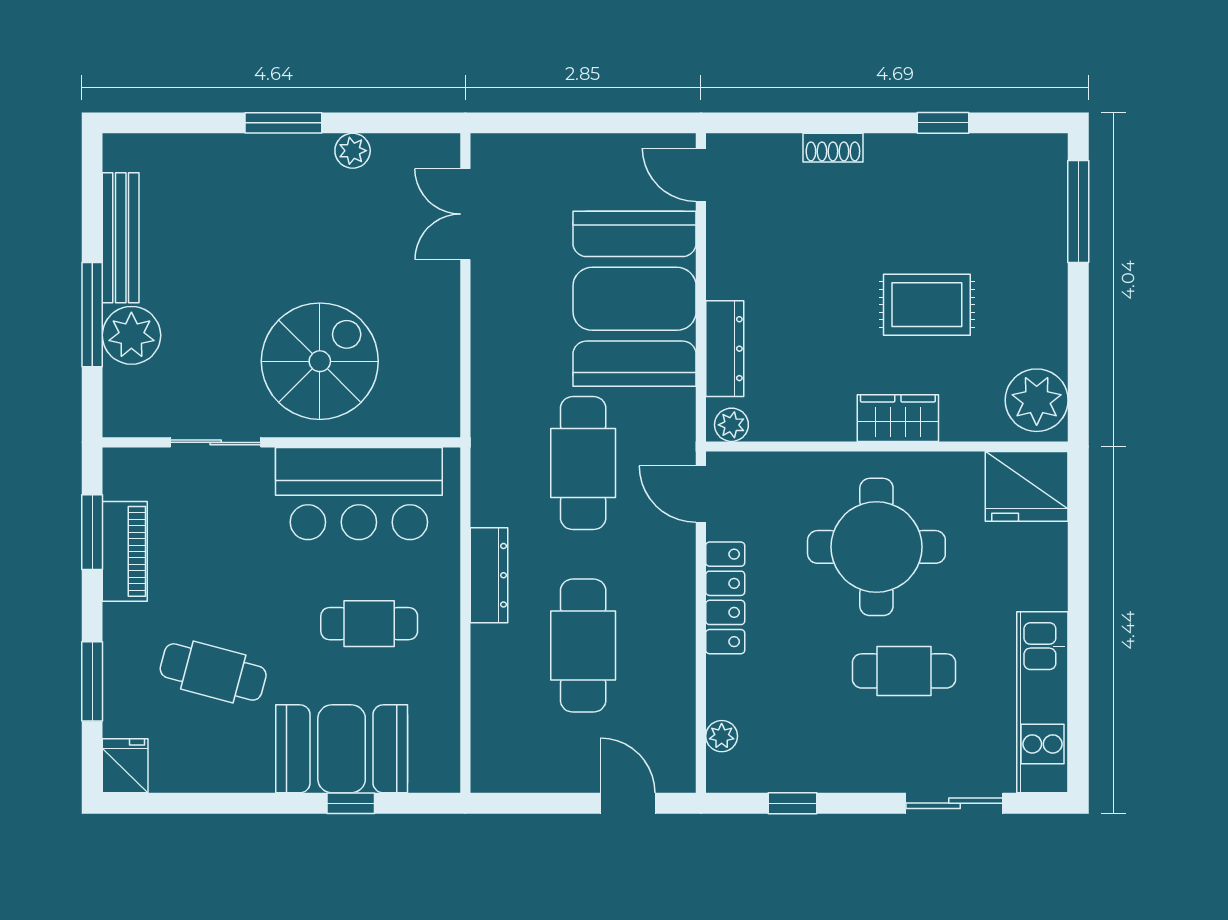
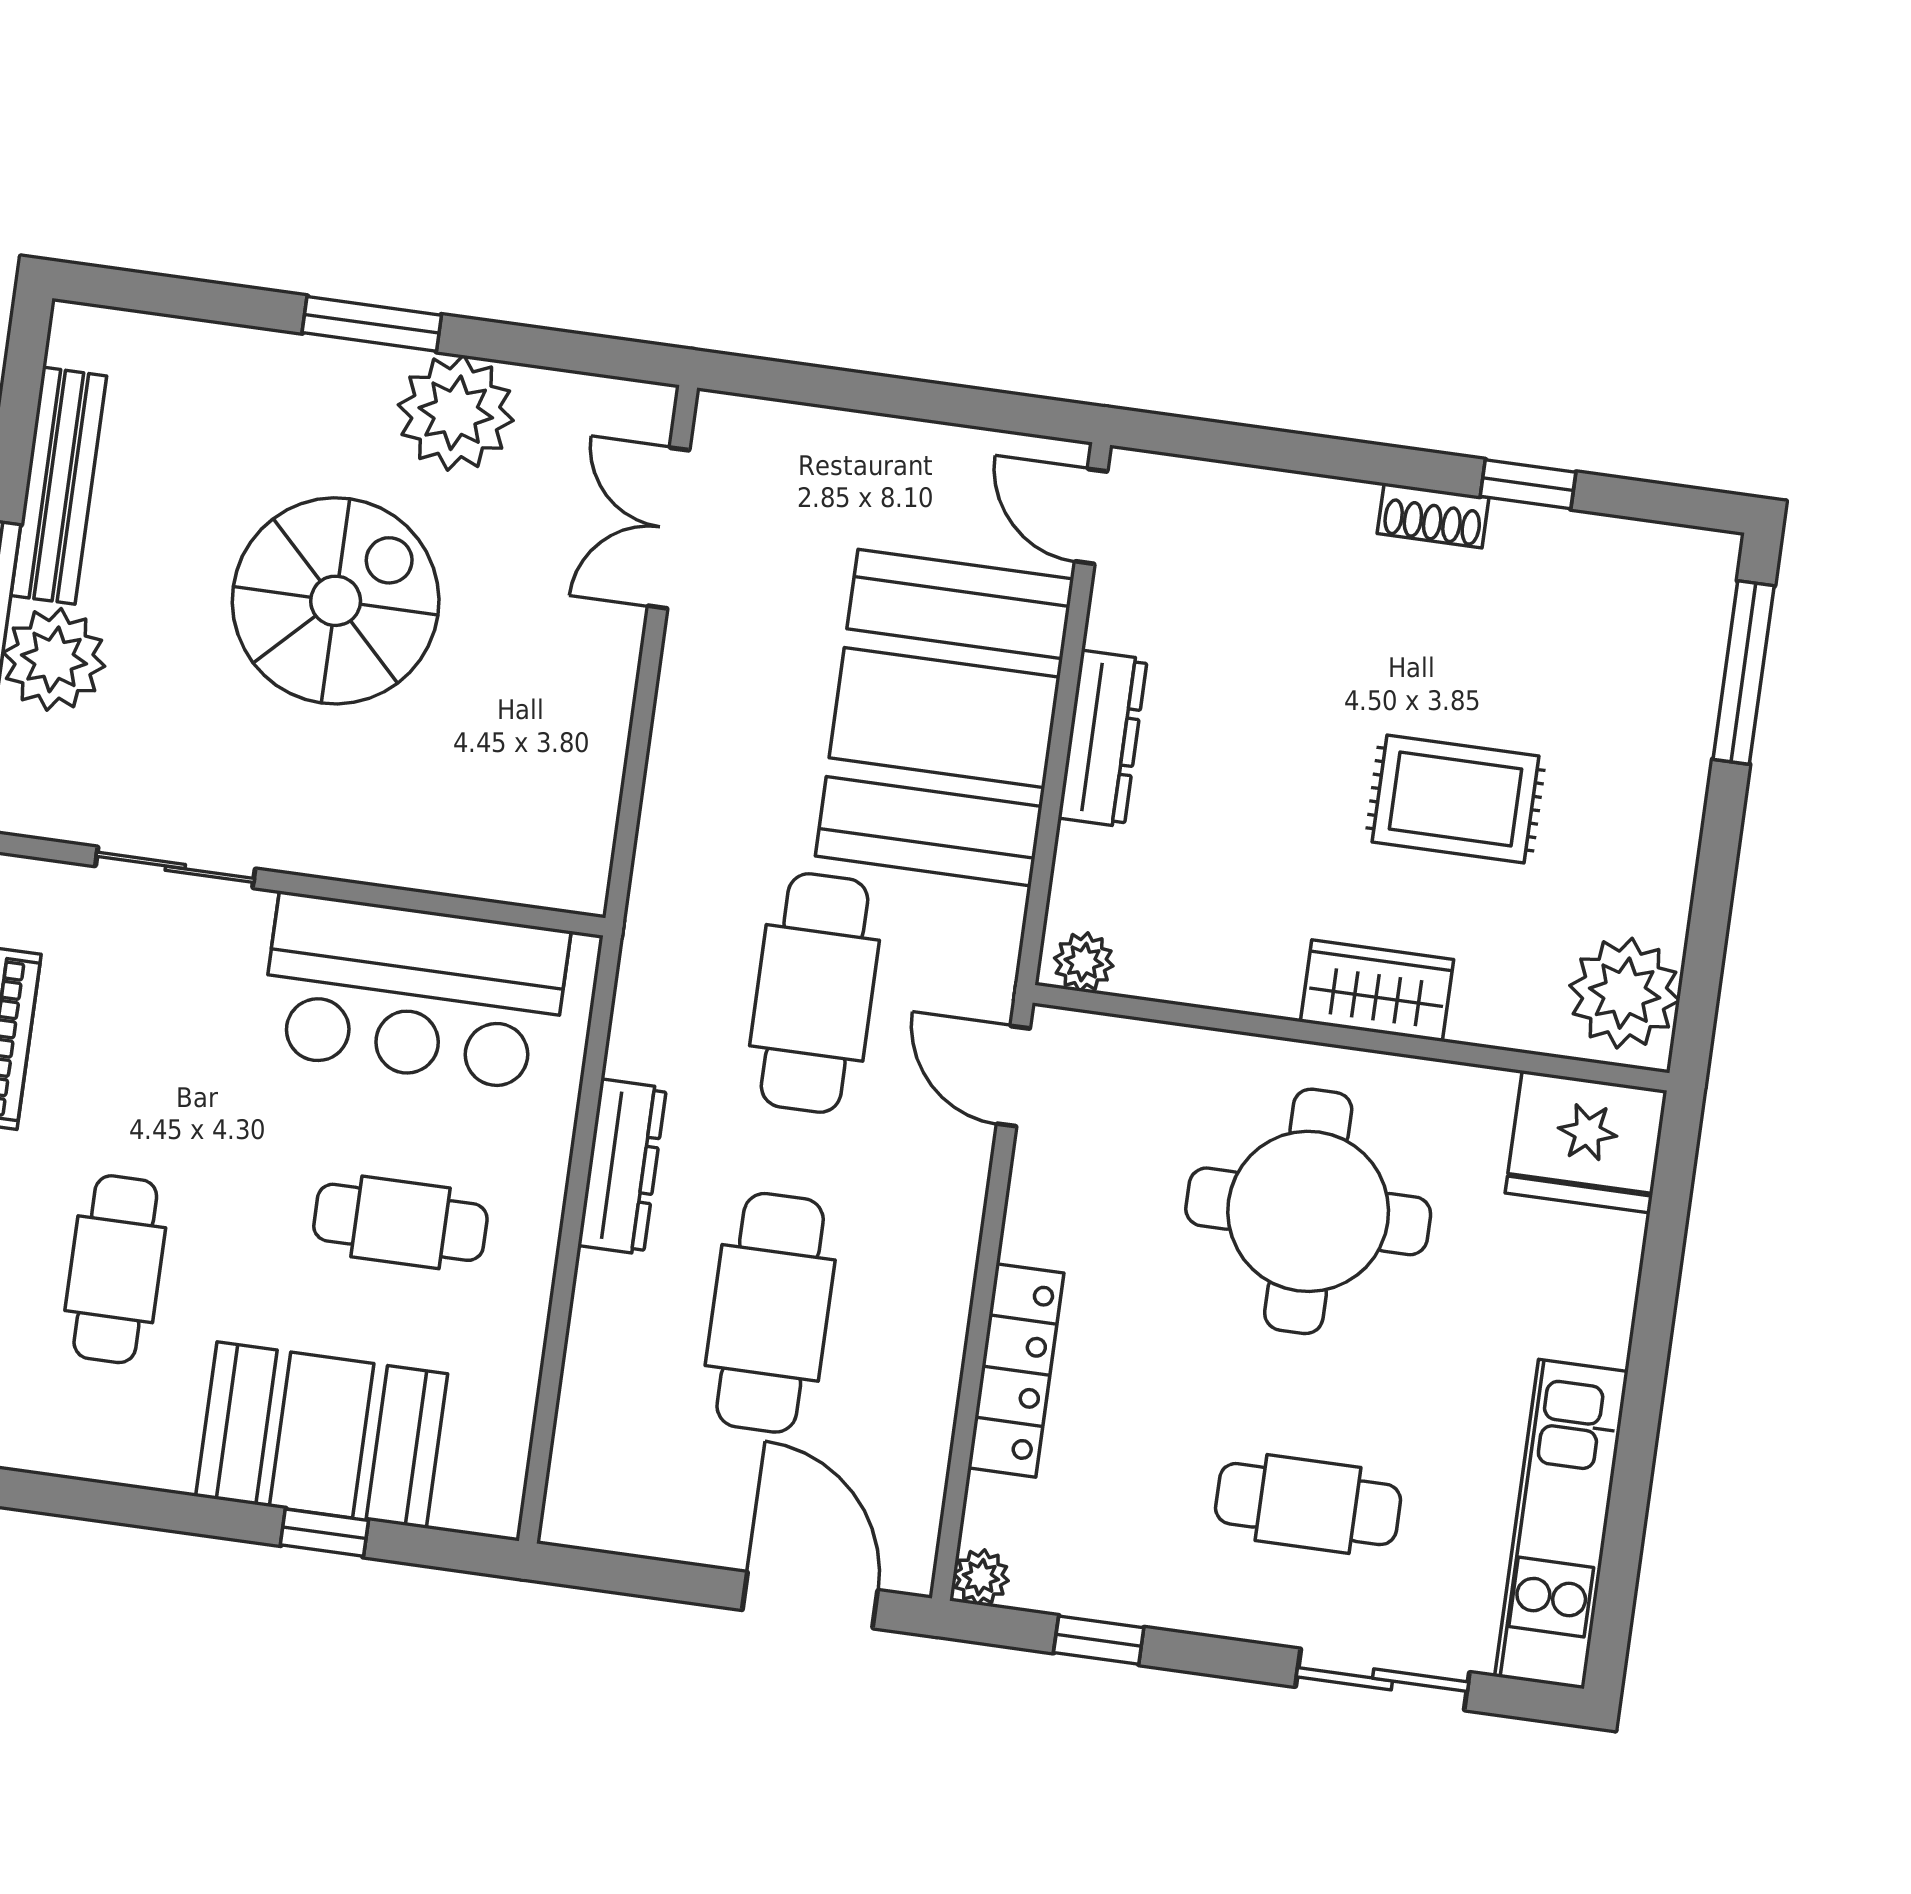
shoe rack: (833, 148) -> (1433, 515), moved
plant: (353, 151) -> (456, 413), width x1.88, depth x1.88
dresser: (725, 349) -> (1103, 739), moved
spiral stairs: (320, 361) -> (336, 601), moved
locker: (725, 598) -> (1016, 1370), moved
cafe table: (904, 671) -> (1308, 1504), moved
cafe table: (213, 672) -> (115, 1269), turned 75
plant: (722, 736) -> (981, 1577), moved
door: (628, 803) -> (810, 1600), width x1.38

